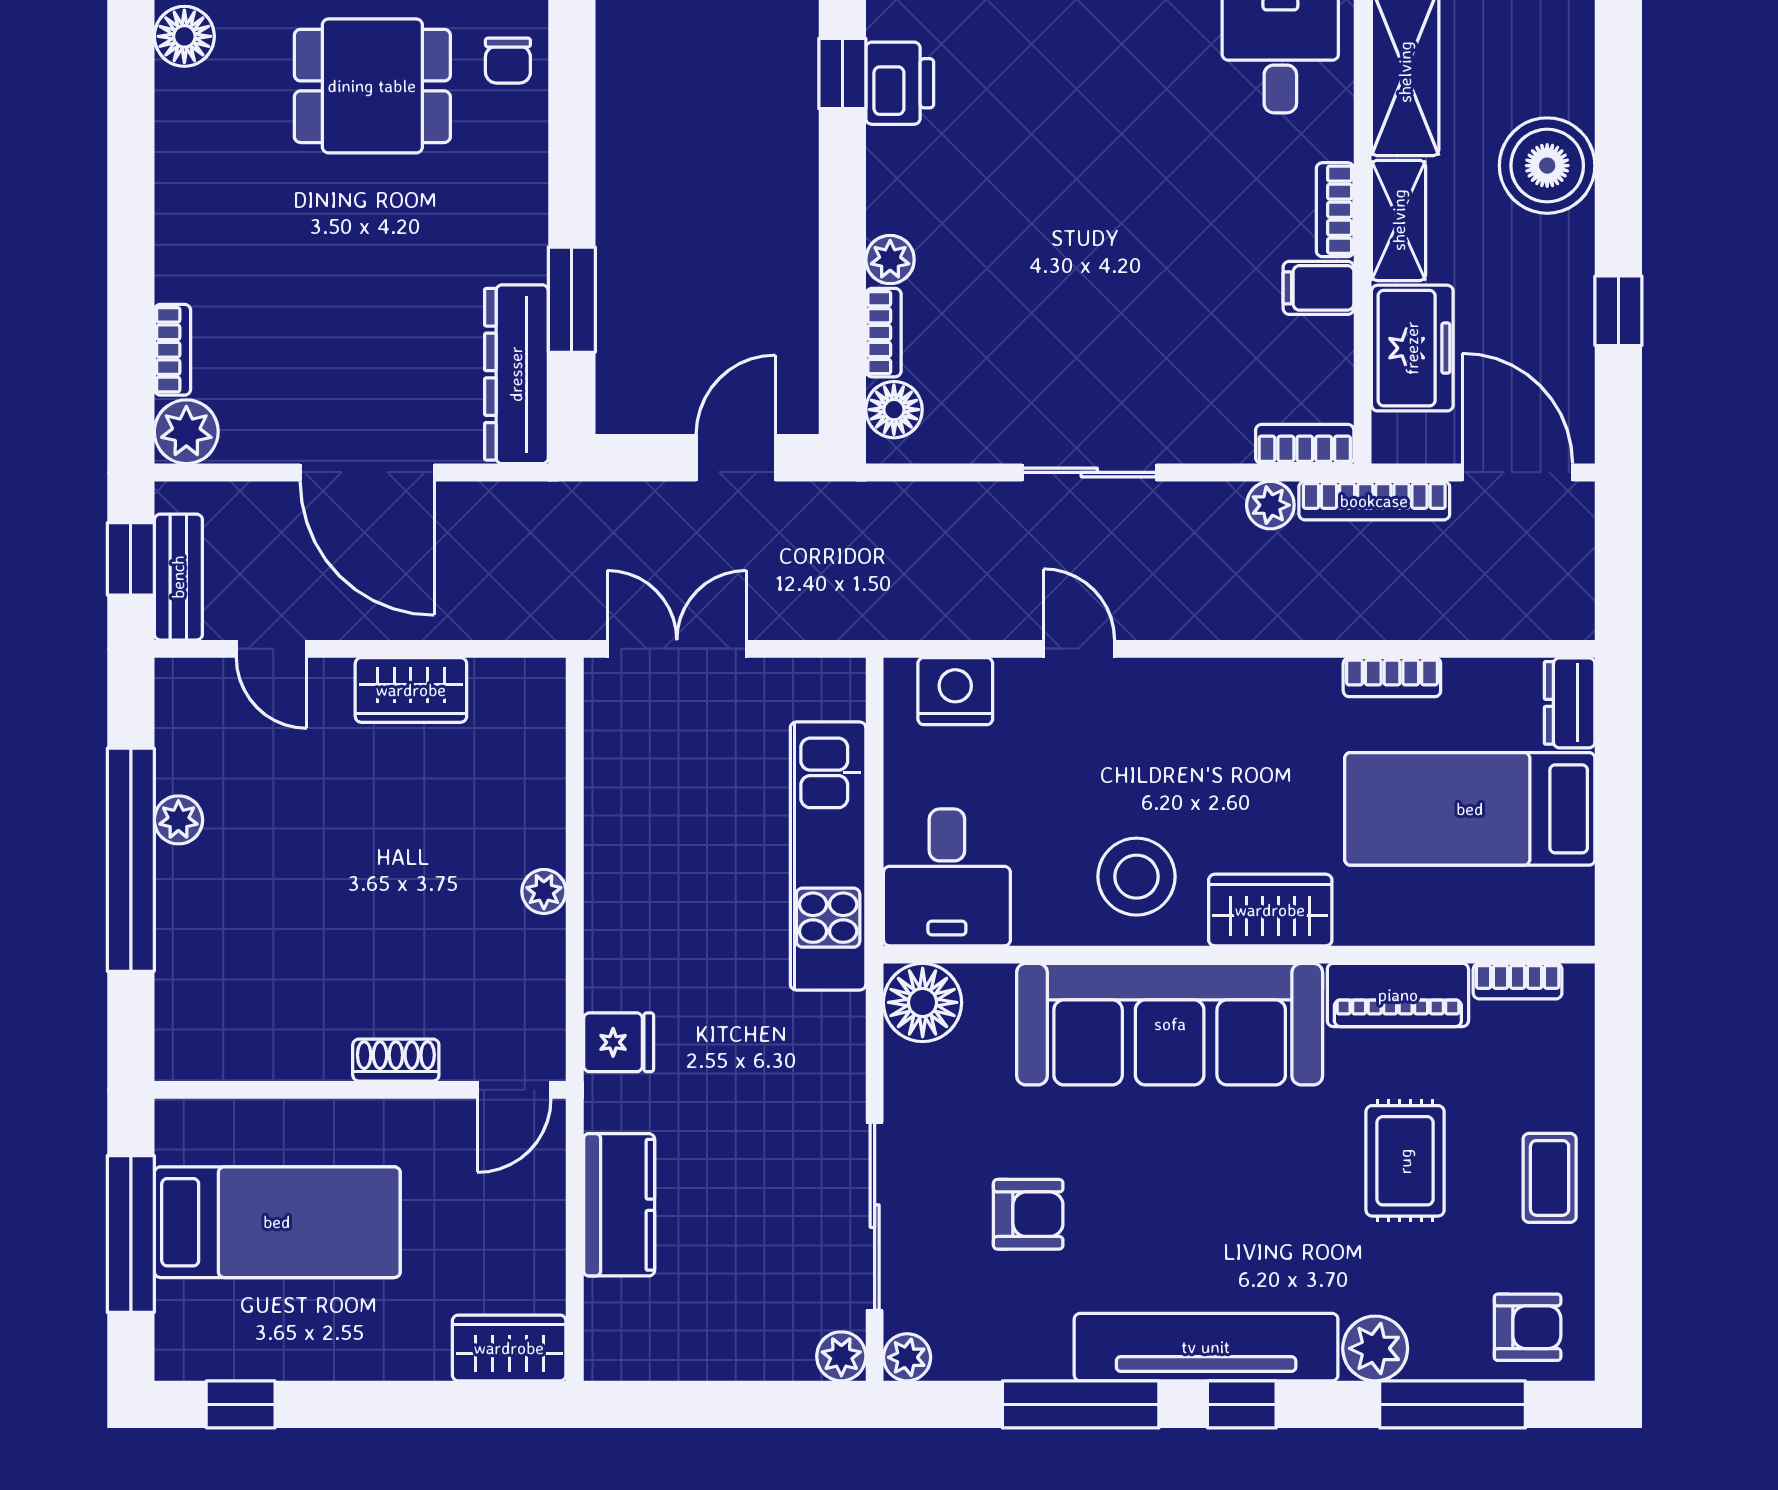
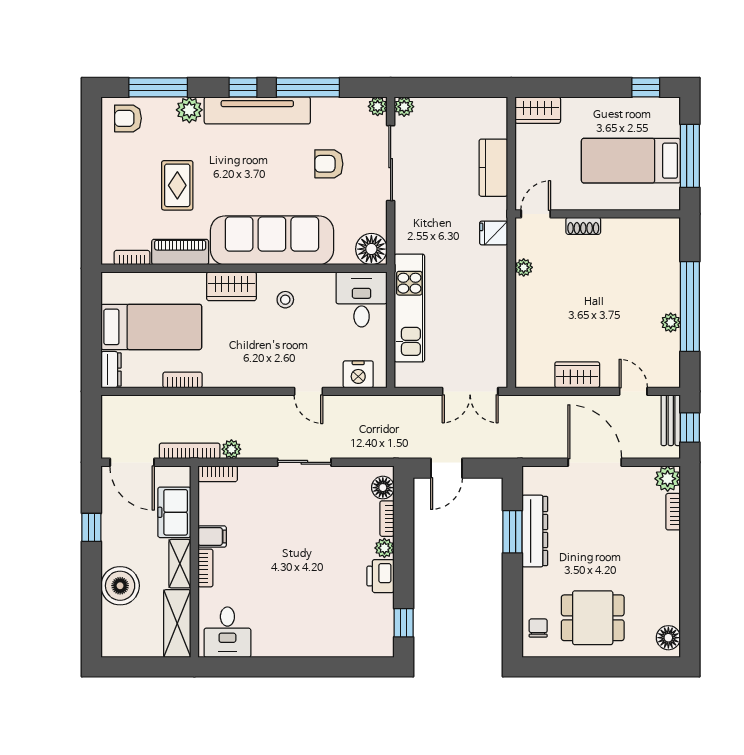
printer: (900, 83) -> (381, 576), moved
dresser: (516, 374) -> (535, 531), moved
stool: (1137, 877) -> (285, 300), width x0.53, depth x0.53
plant: (544, 891) -> (524, 267), moved
coffee table: (1550, 1178) -> (119, 178), removed

